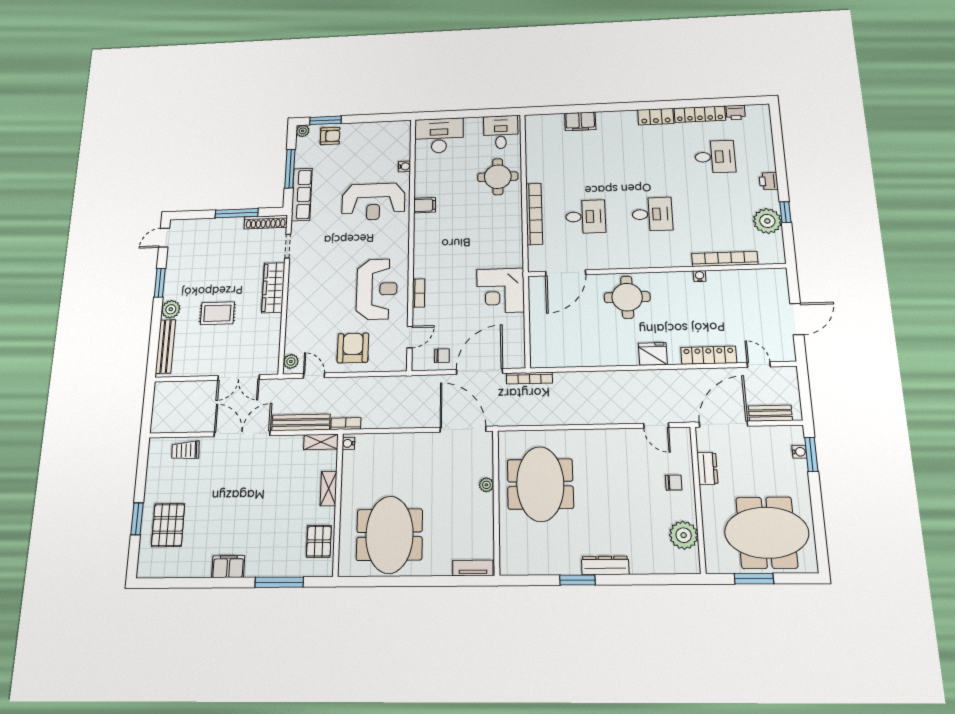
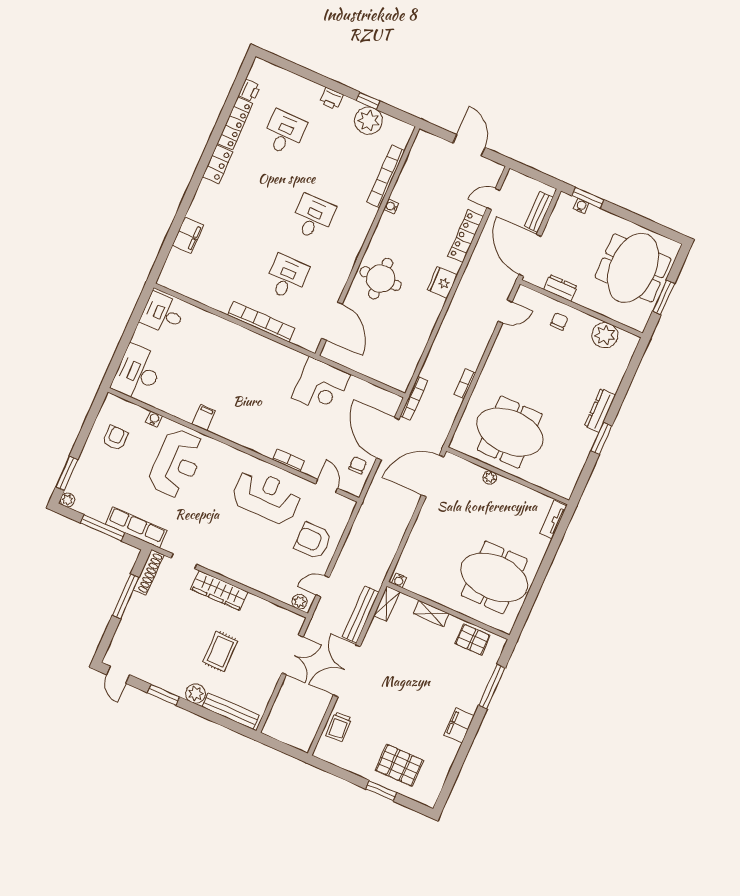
armchair: (330, 136) -> (115, 438), moved
round table: (498, 177) -> (208, 338), removed
bookcase: (346, 424) -> (465, 384), moved

